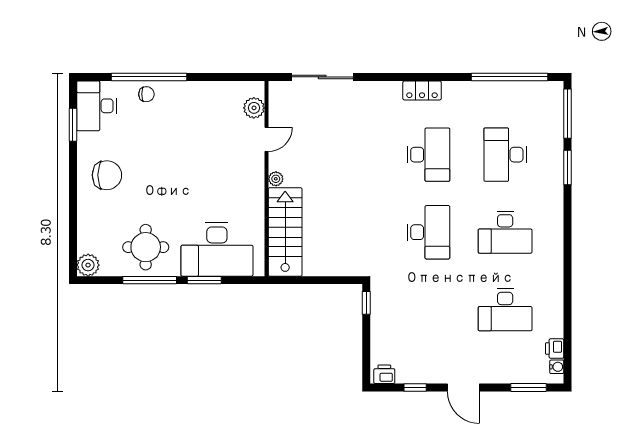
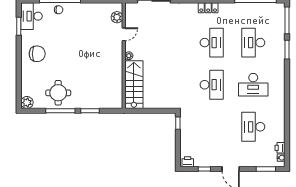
desk: (217, 249) -> (97, 94), removed
desk: (505, 310) -> (253, 127), turned 90

